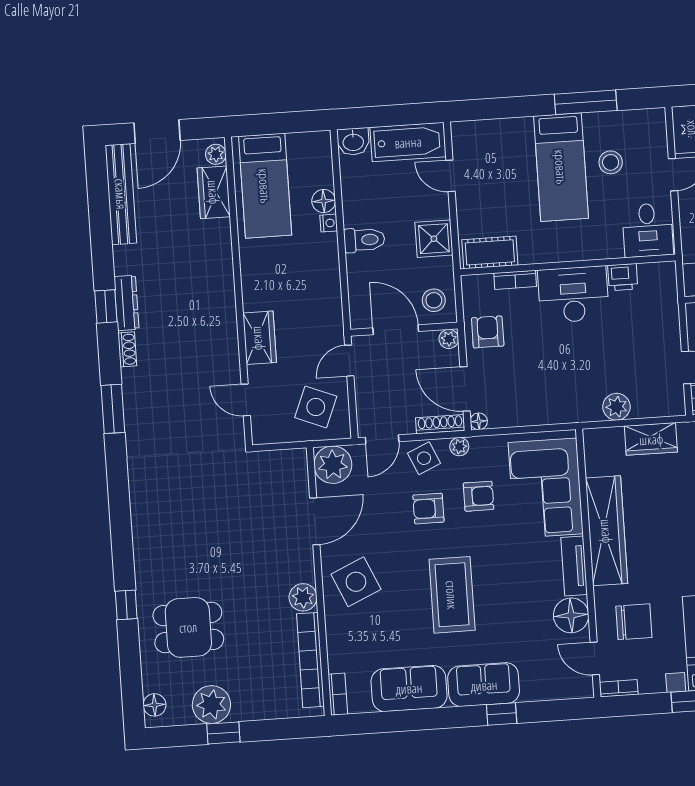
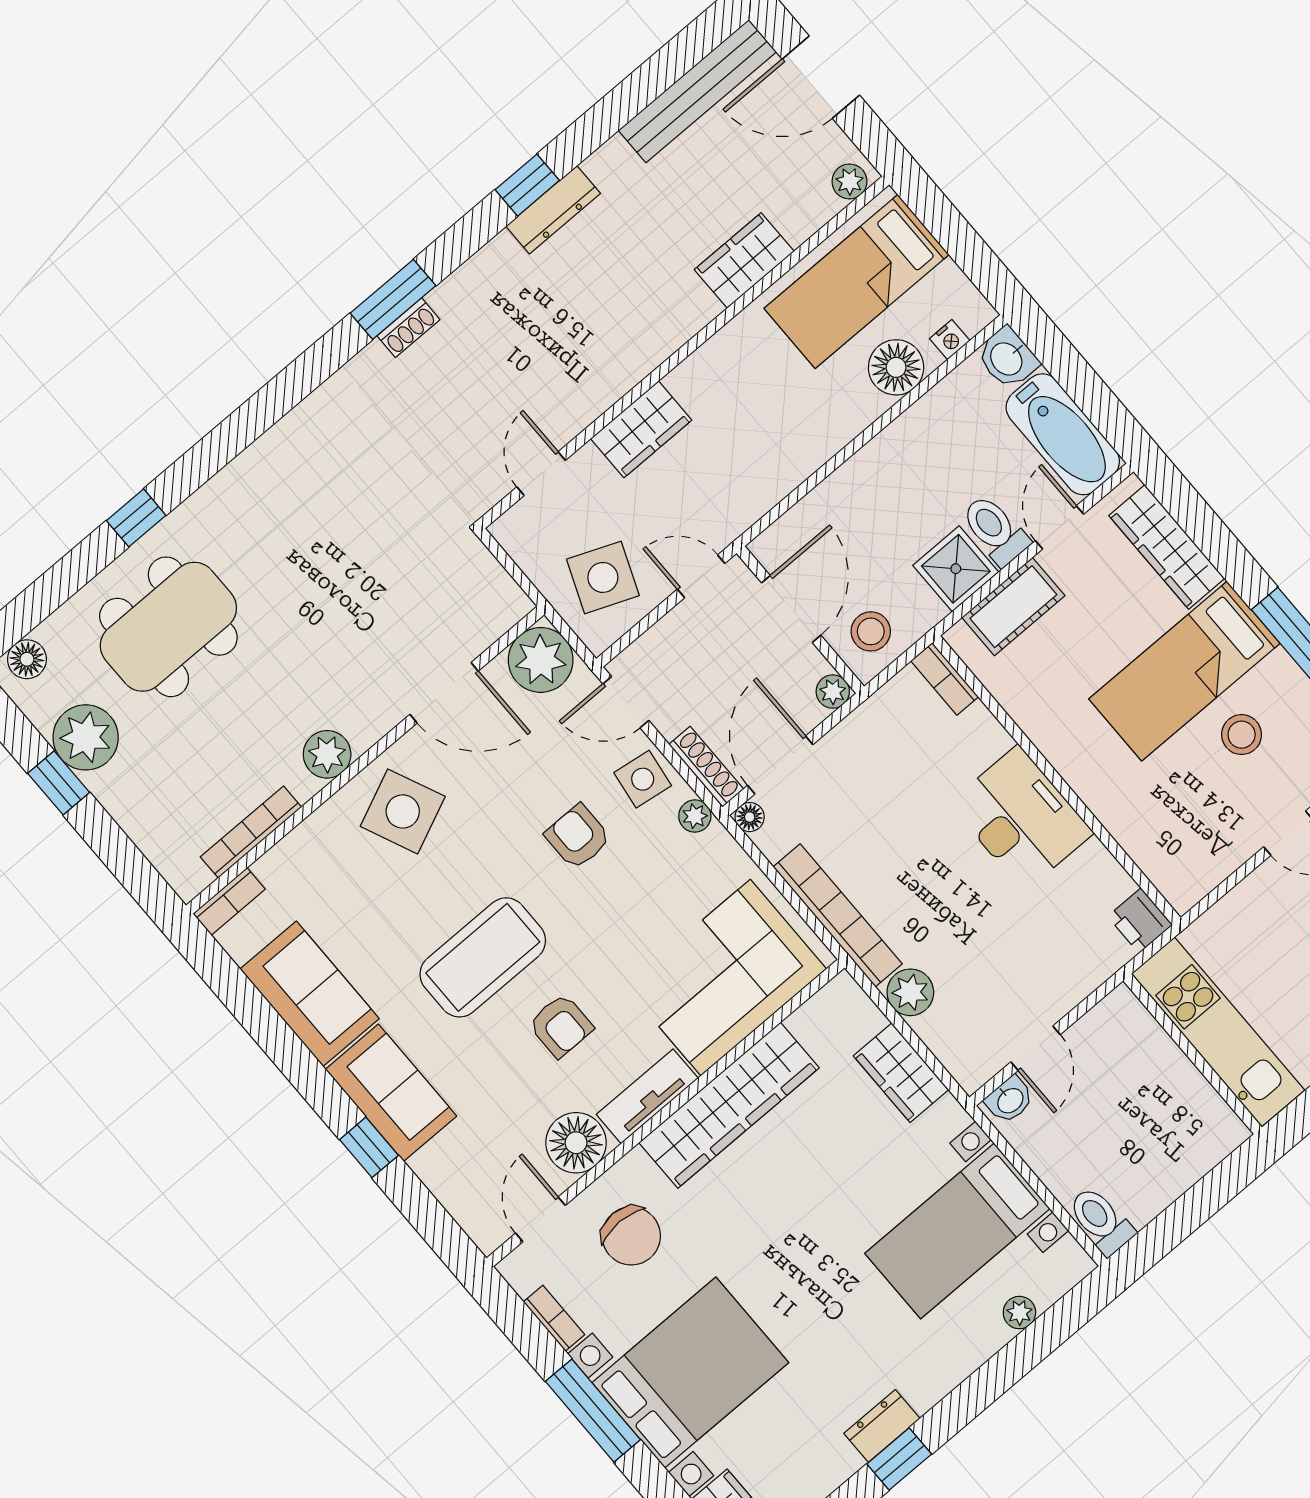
wardrobe: (497, 132) -> (1167, 547), added
wardrobe: (214, 192) -> (744, 260), moved
floor lamp: (324, 201) -> (896, 367), width x1.38, depth x1.38
nightstand: (329, 223) -> (950, 340), moved
desk: (648, 230) -> (1186, 855), removed
toilet: (364, 240) -> (995, 530), moved, turned 180
cot: (490, 252) -> (1013, 607), moved, turned 90
printer: (623, 277) -> (1140, 921), moved
bookcase: (515, 280) -> (945, 679), moved
armchair: (488, 332) -> (882, 738), removed
shoe rack: (127, 349) -> (409, 328), moved
bookcase: (555, 414) -> (838, 915), added
side table: (424, 458) -> (643, 779), turned 32
armchair: (479, 496) -> (561, 1026), moved
dining table: (188, 627) -> (168, 627), width x1.37
bookcase: (310, 660) -> (251, 832), width x0.68, depth x0.76
bookcase: (619, 688) -> (554, 1318), moved

